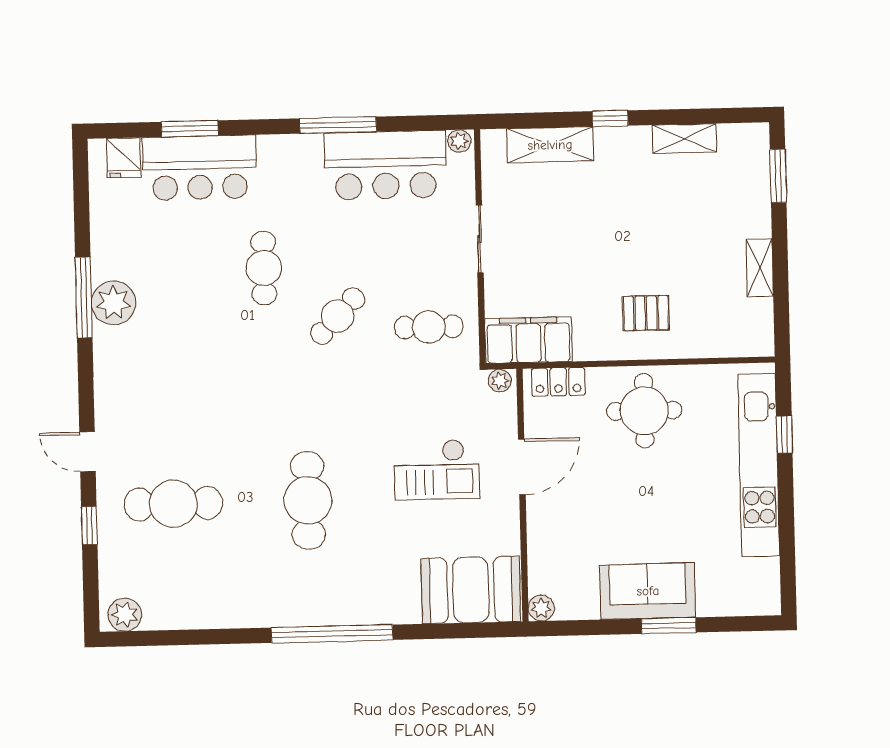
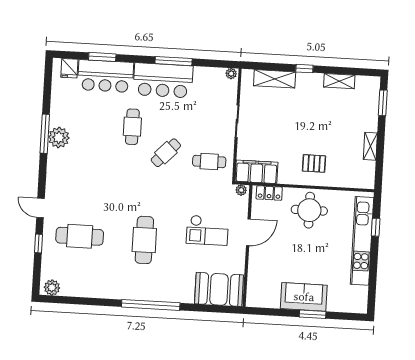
bar counter: (385, 165) -> (163, 80), moved
plant: (541, 608) -> (252, 301), removed

